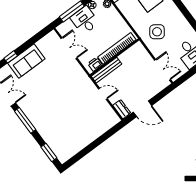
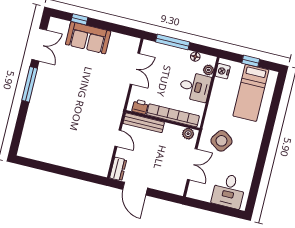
desk: (85, 20) -> (195, 87), moved, turned 90
plant: (136, 49) -> (188, 134), added
double door: (163, 70) -> (192, 164), moved
window: (49, 152) -> (18, 133), removed

